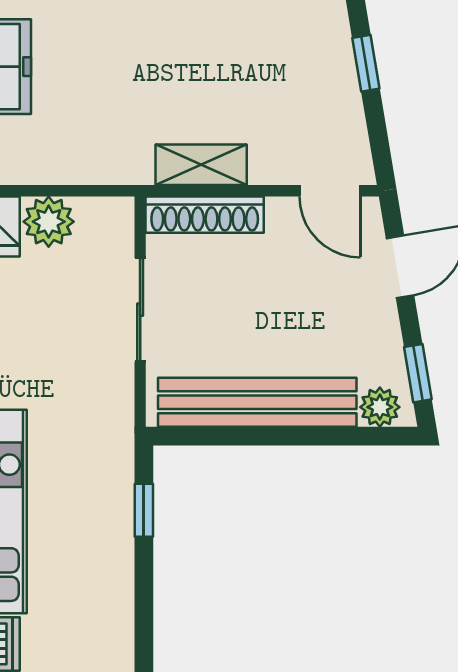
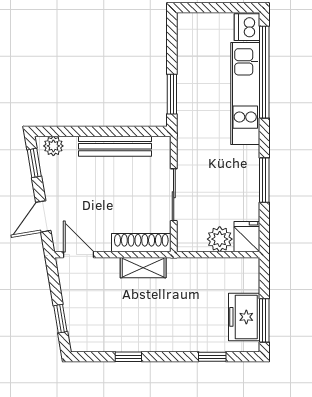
bench: (257, 402) -> (115, 146), width x0.73, depth x0.82
window: (144, 510) -> (172, 94), width x1.50

